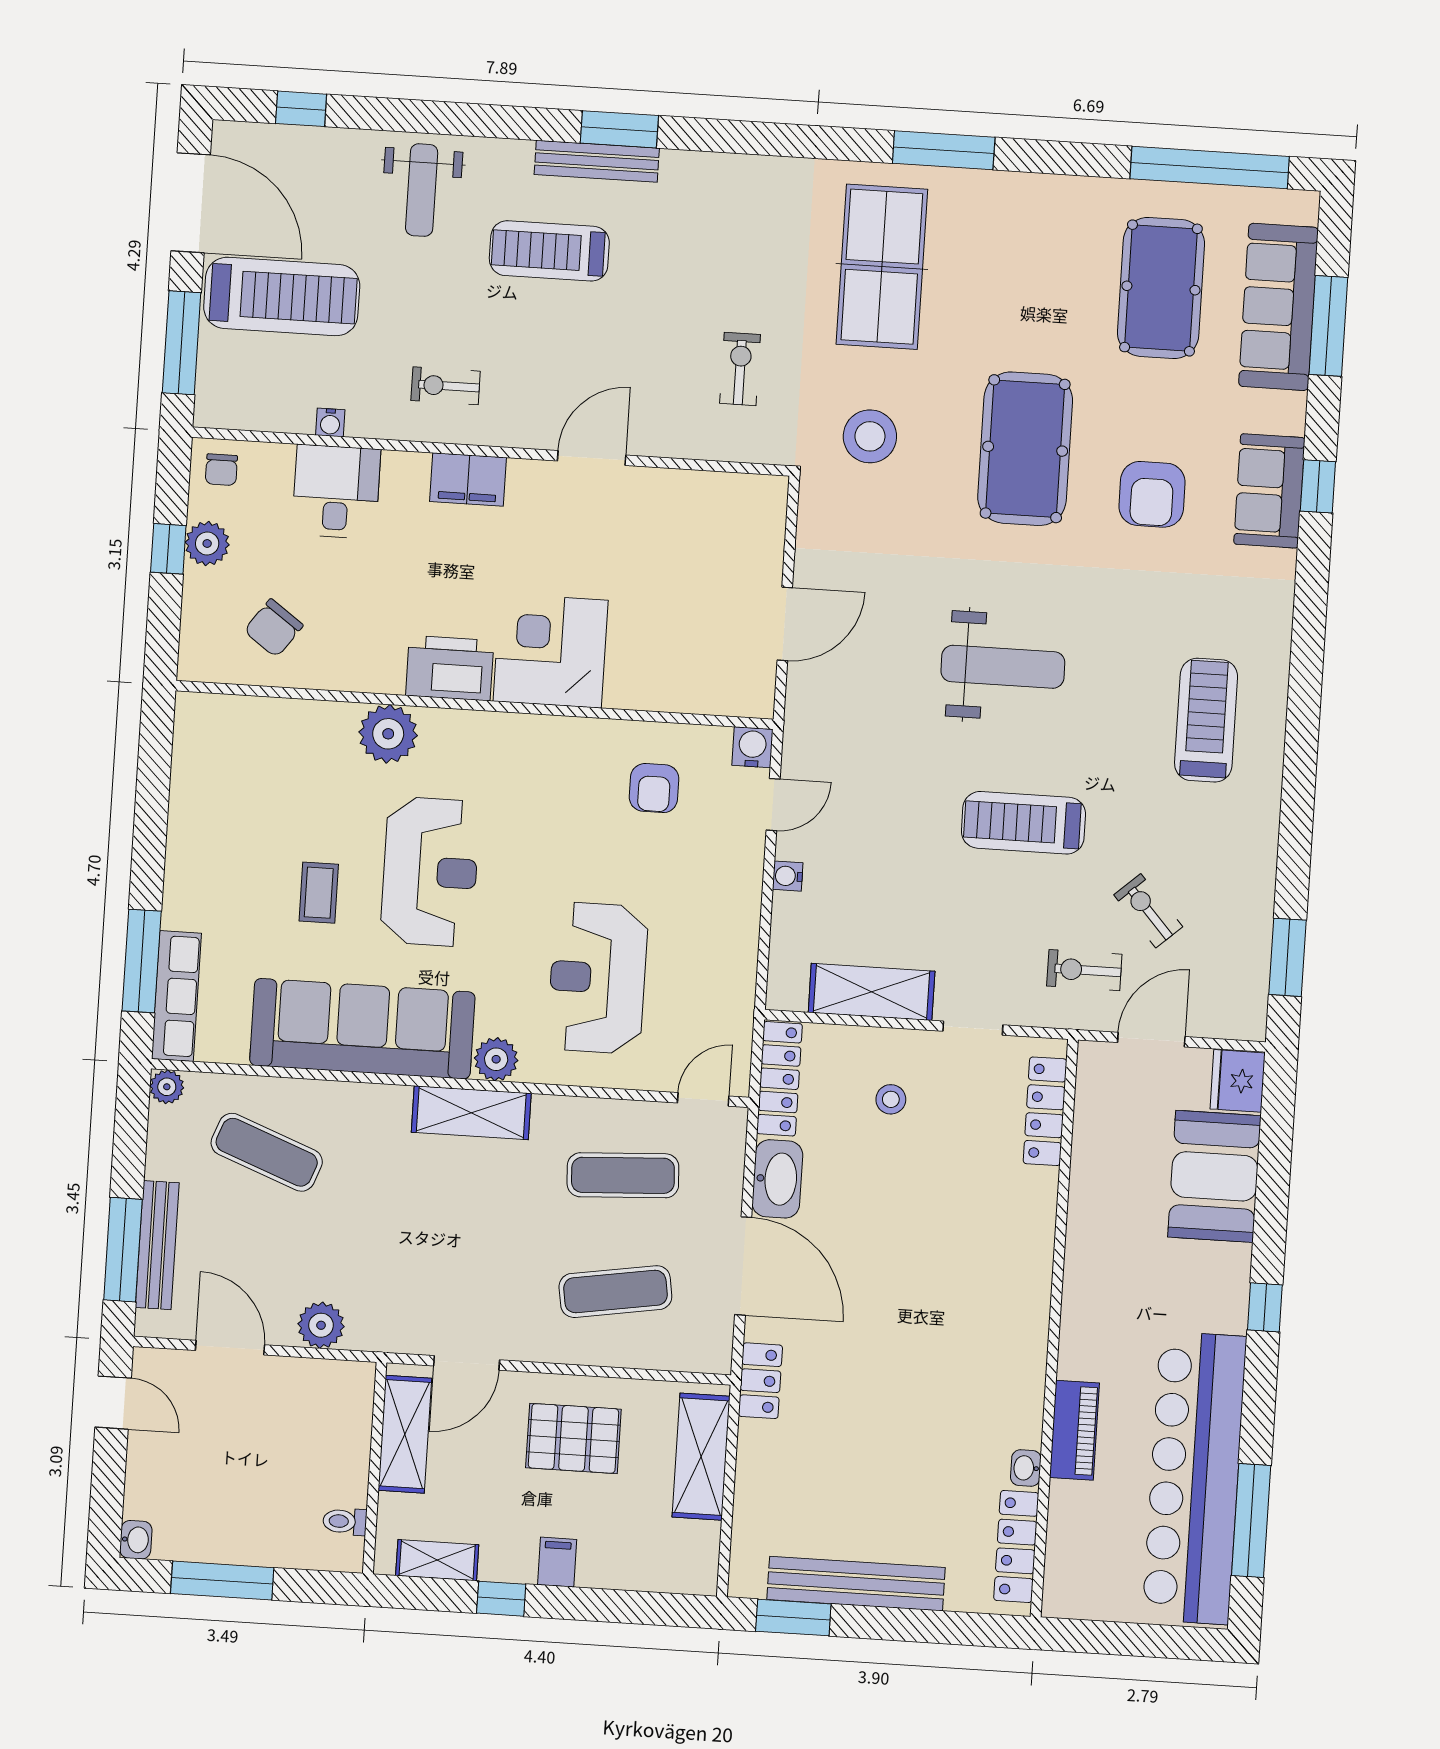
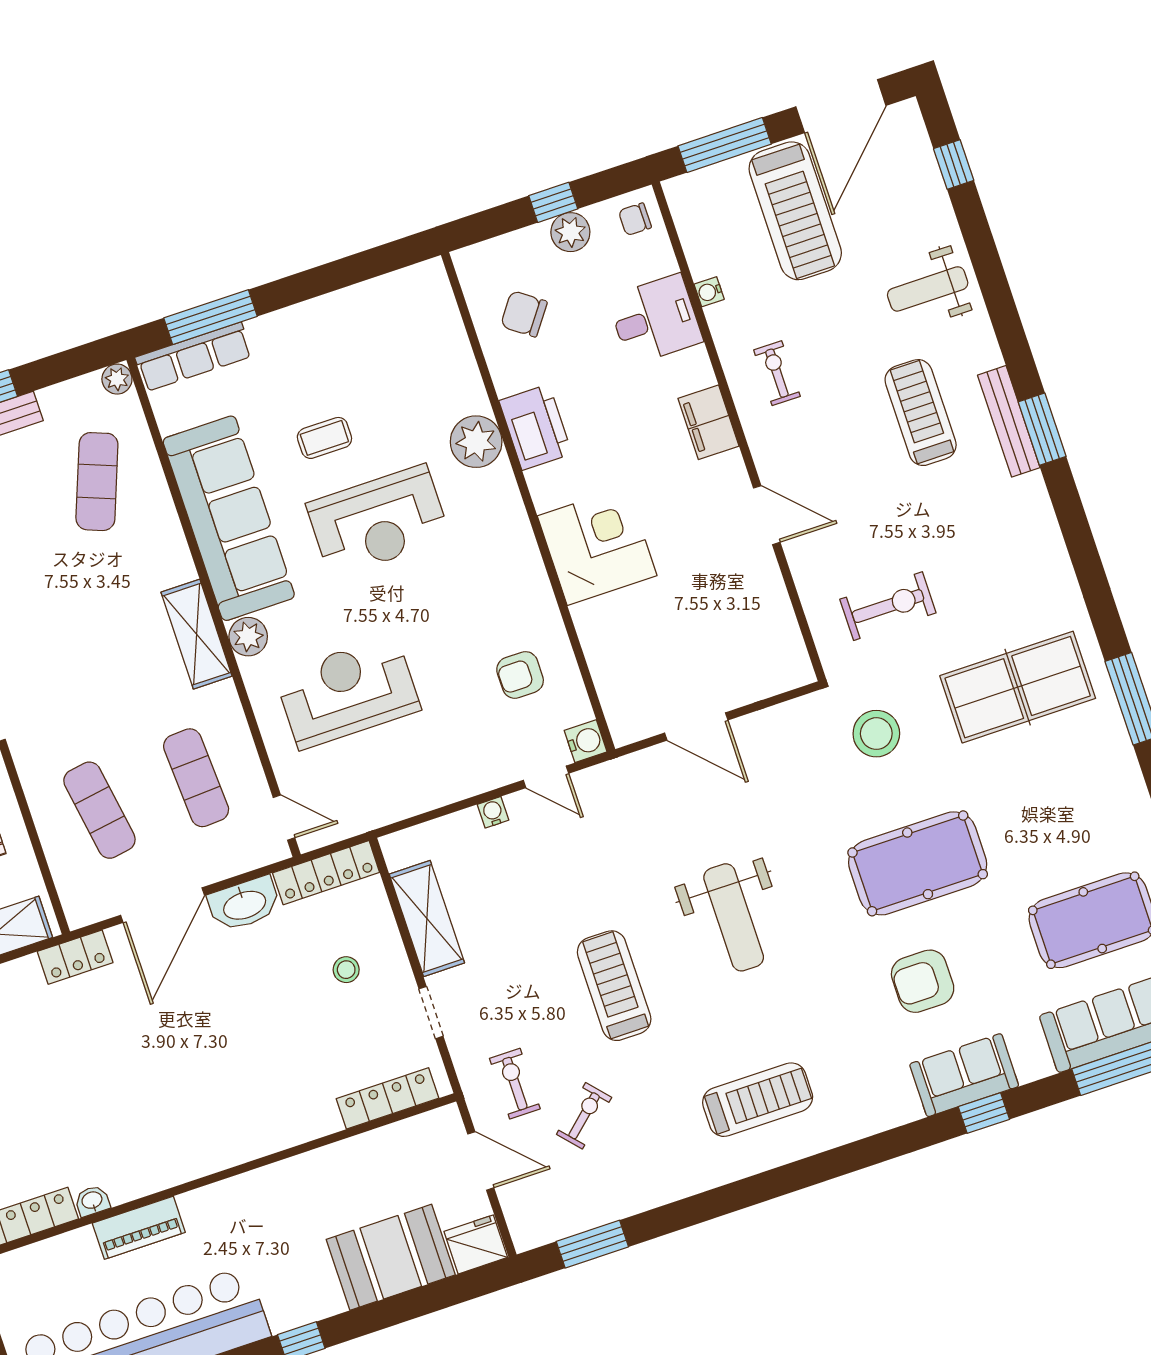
exercise bike: (740, 369) -> (888, 606), width x1.38, depth x1.39
printer: (450, 668) -> (535, 427), moved

